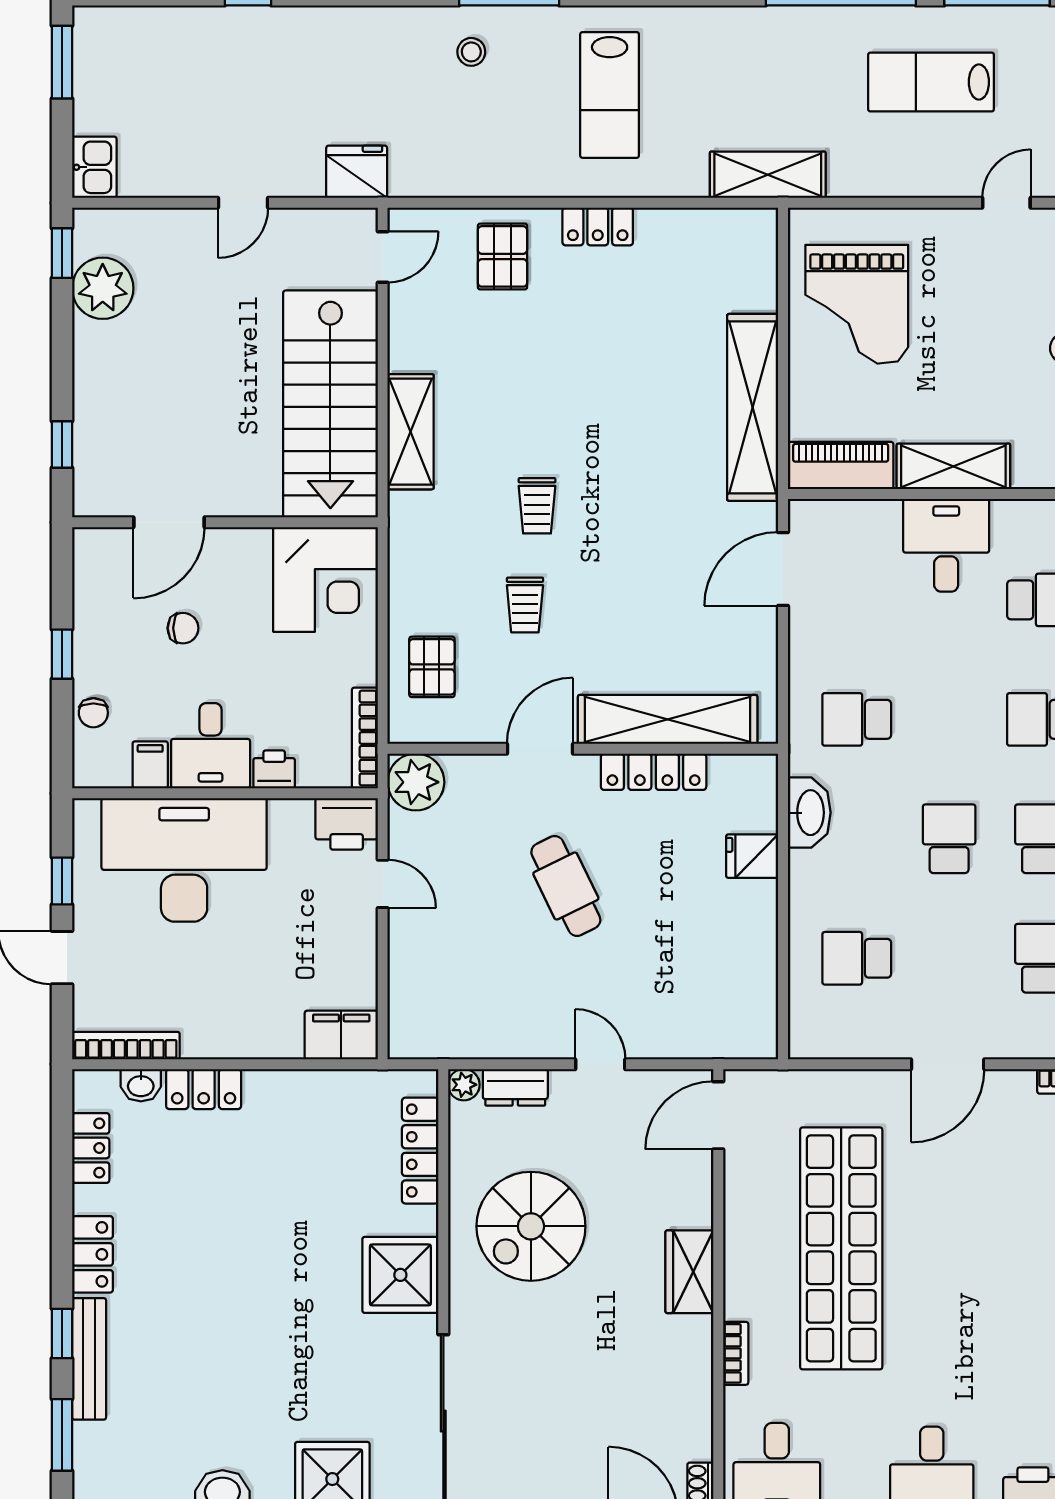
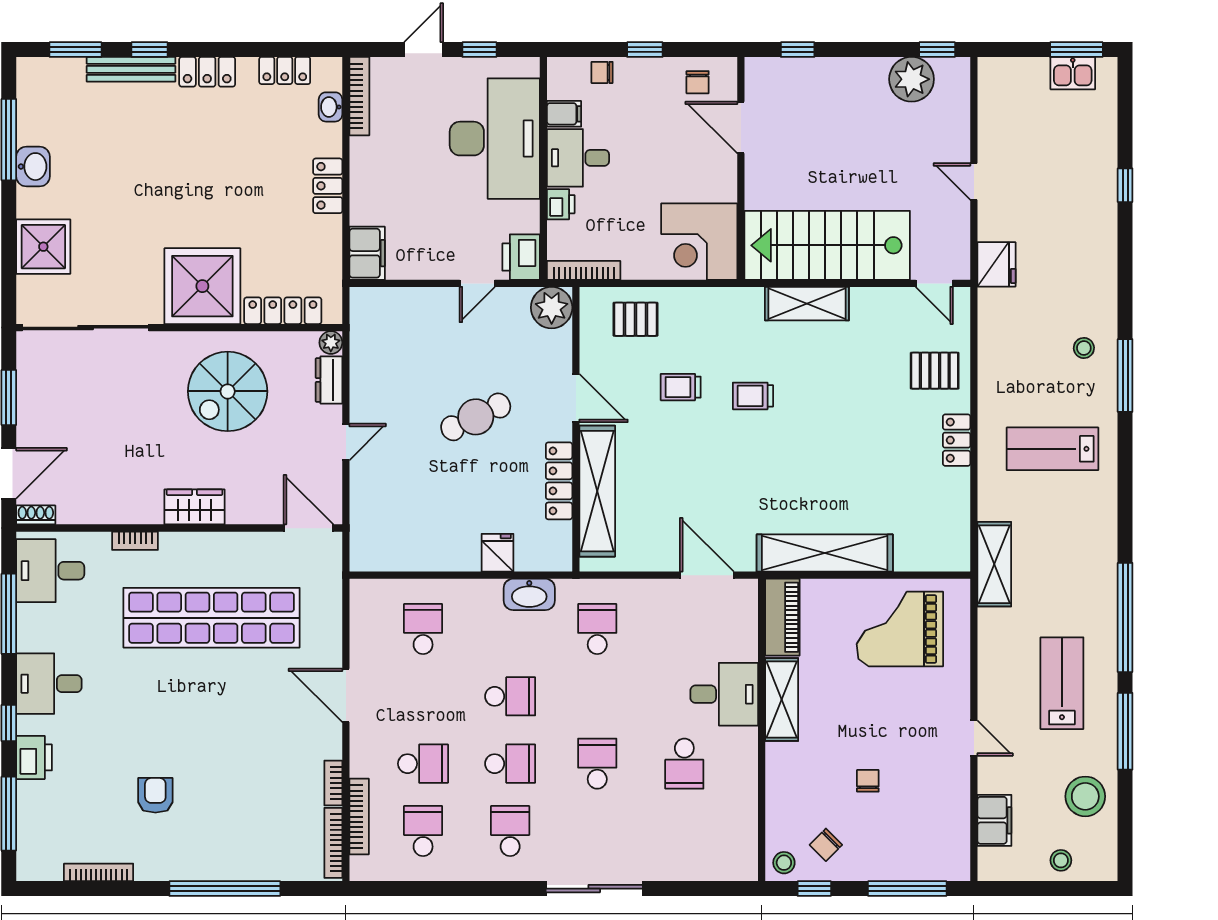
kitchen sink: (94, 167) -> (1073, 73), moved
chair: (183, 628) -> (698, 82), moved
locker: (204, 1089) -> (328, 186), moved
spiral stairs: (531, 1226) -> (228, 391), turned -90
shower: (400, 1275) -> (202, 286), width x1.37, depth x1.37

